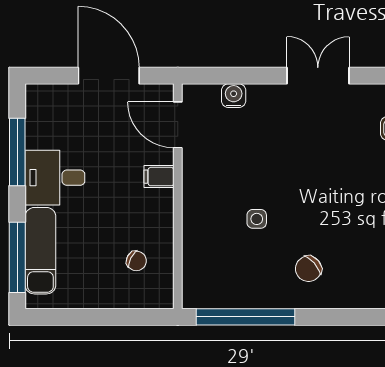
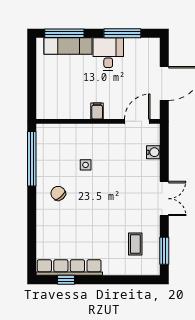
filing cabinet: (159, 177) -> (97, 111), moved
chair: (136, 261) -> (62, 99), removed

